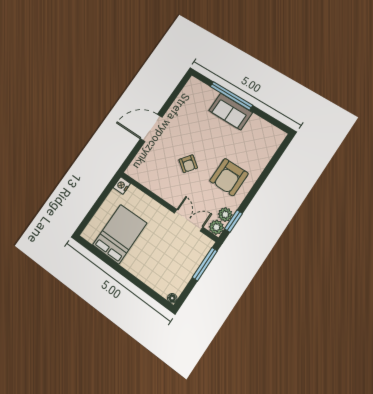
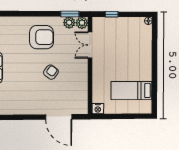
door: (151, 128) -> (59, 117), moved
bed: (120, 234) -> (132, 91), width x0.67
window: (205, 264) -> (112, 14), width x0.46

